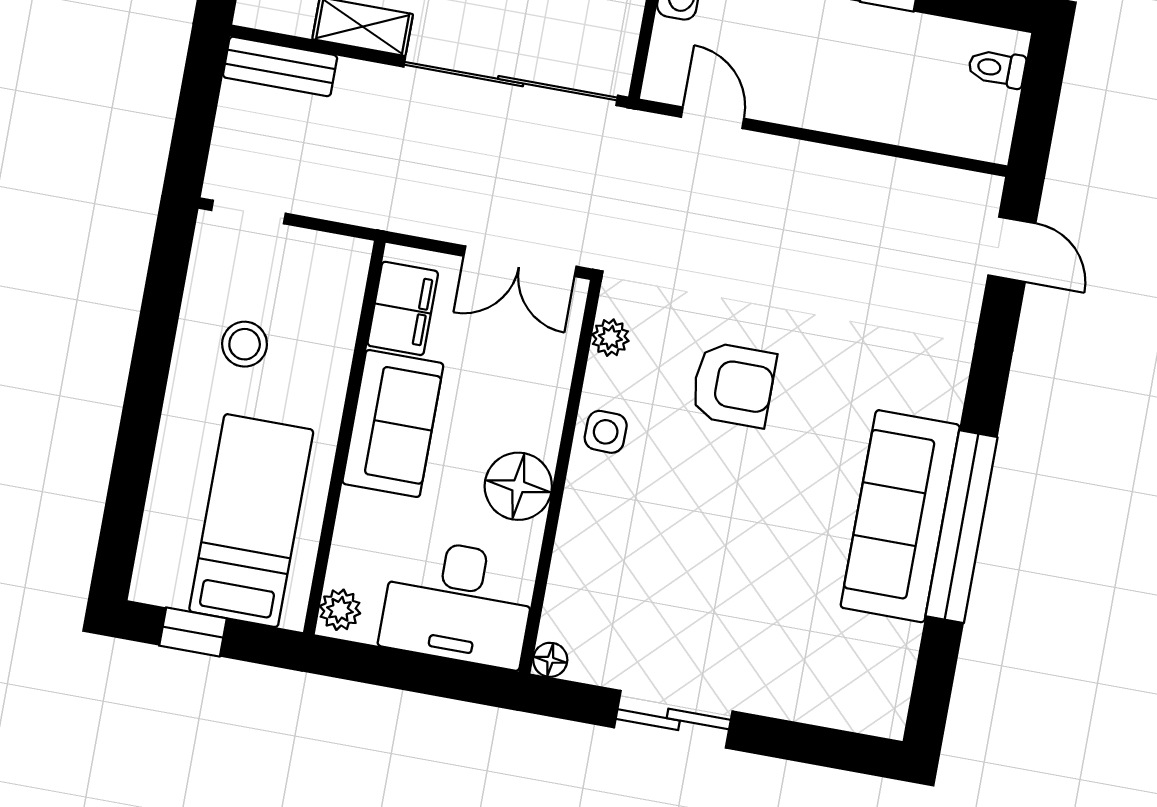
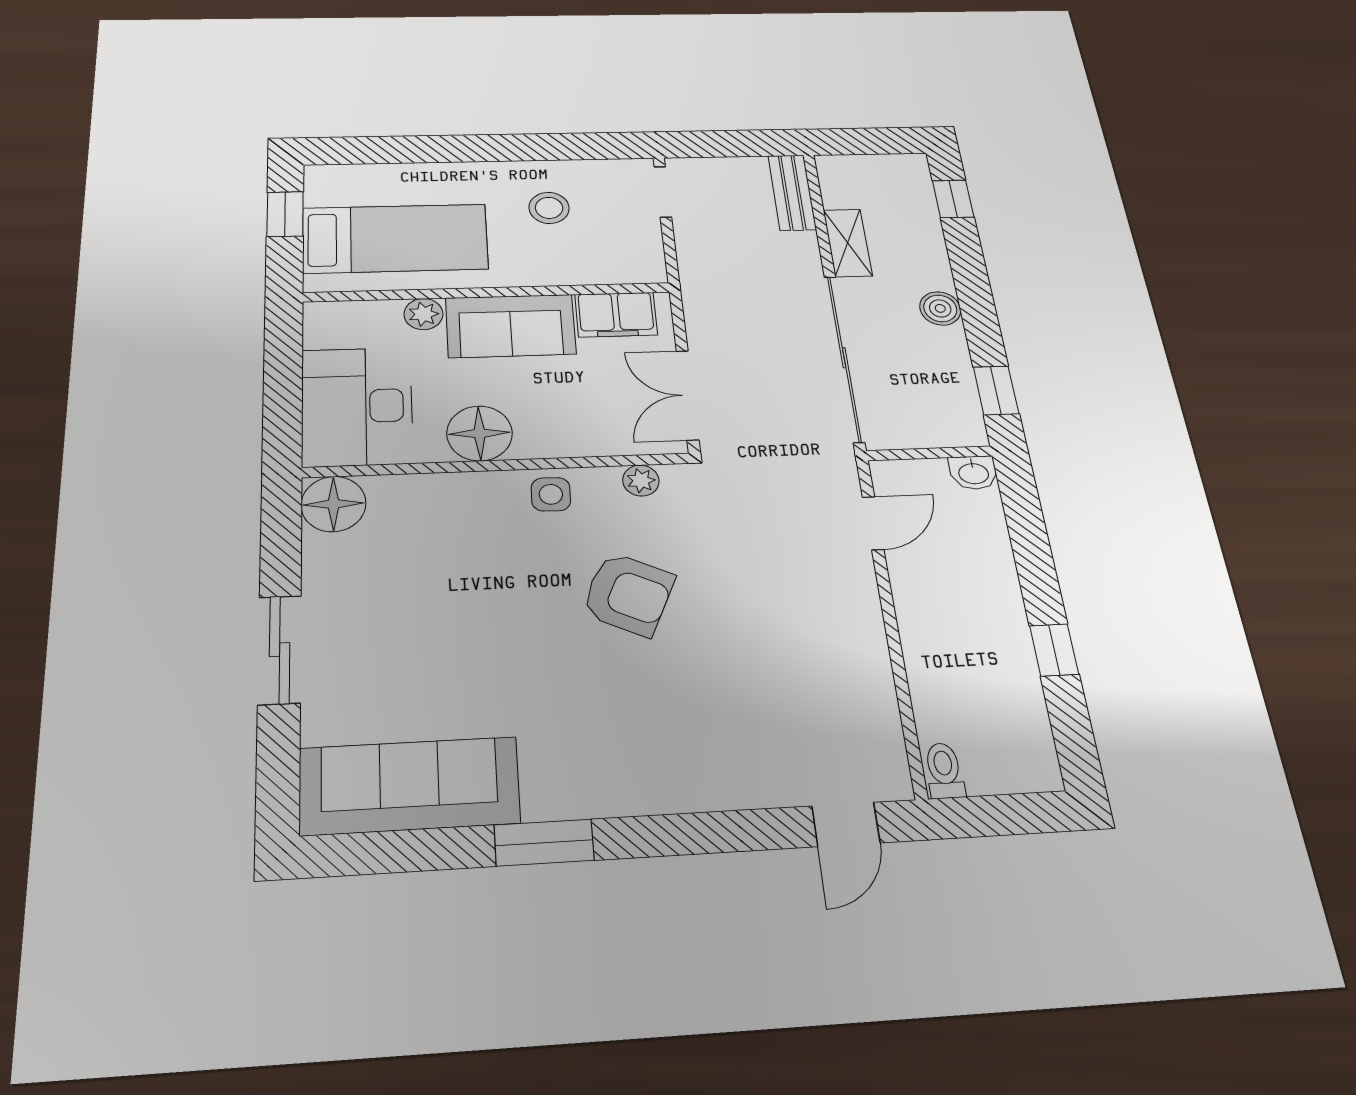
toilet: (997, 68) -> (944, 771), moved
armchair: (733, 385) -> (628, 594), turned -65
sofa: (900, 516) -> (409, 786), moved
window: (962, 527) -> (544, 843), width x0.47
plant: (340, 610) -> (423, 314), moved
floor lamp: (550, 660) -> (333, 504), width x1.89, depth x1.89
sliding door: (673, 719) -> (280, 650), moved

